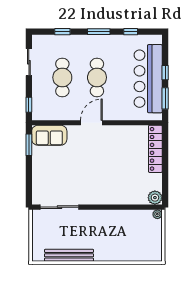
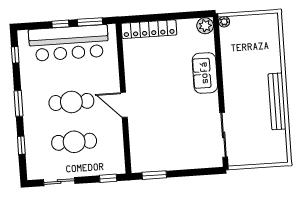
window: (131, 32) -> (15, 55), moved
sofa: (49, 135) -> (205, 73), moved, turned 180
bench: (69, 255) -> (277, 101), moved

